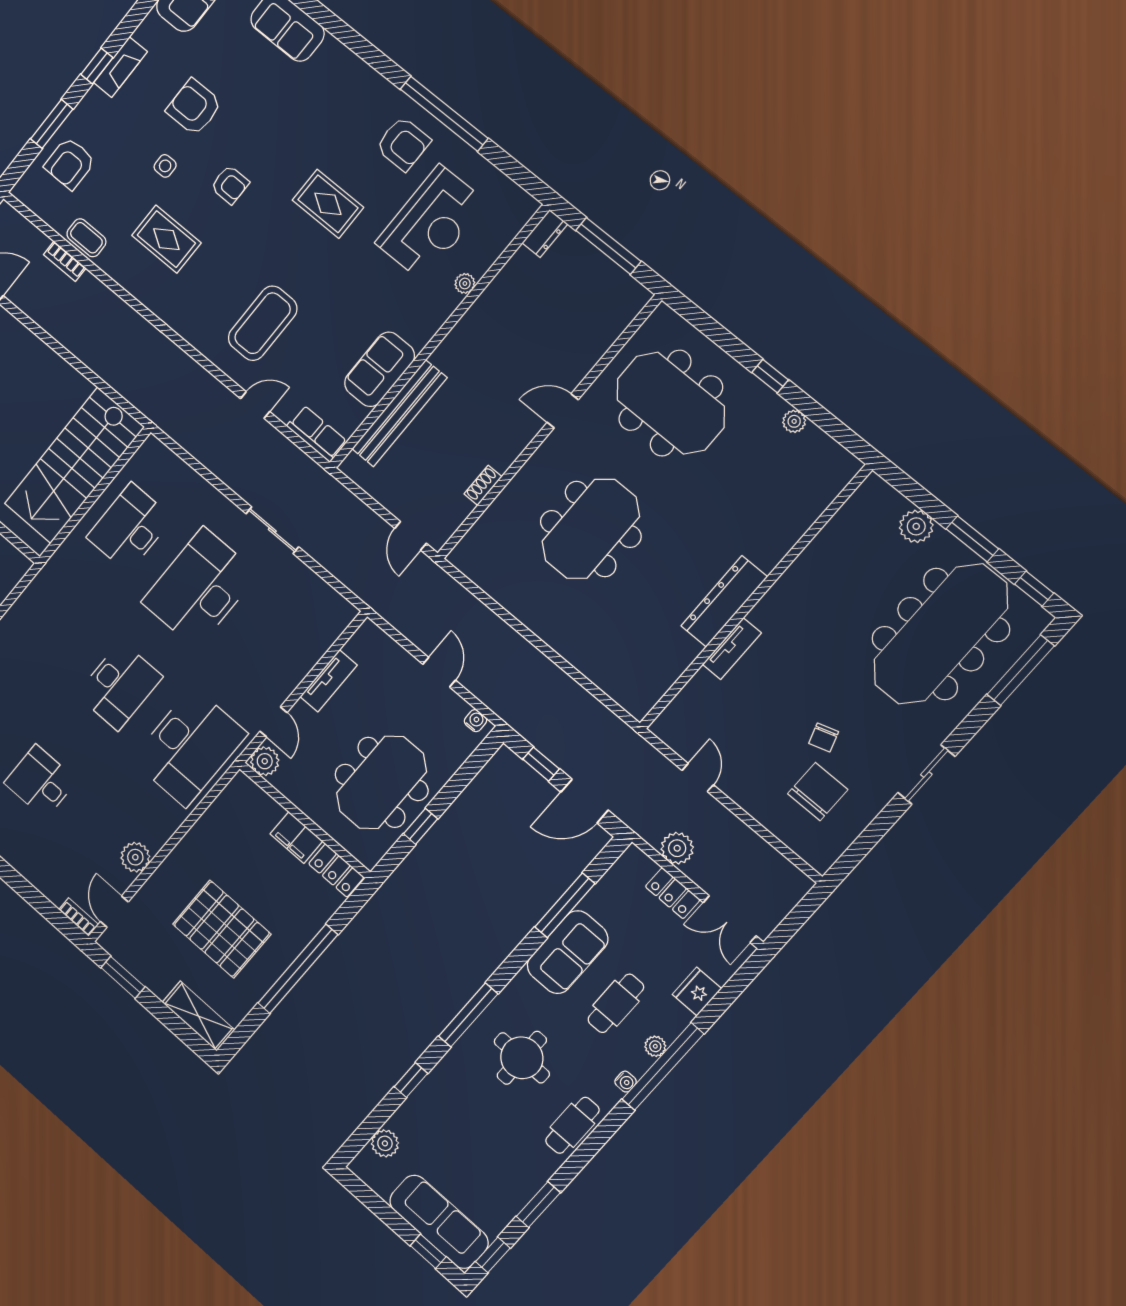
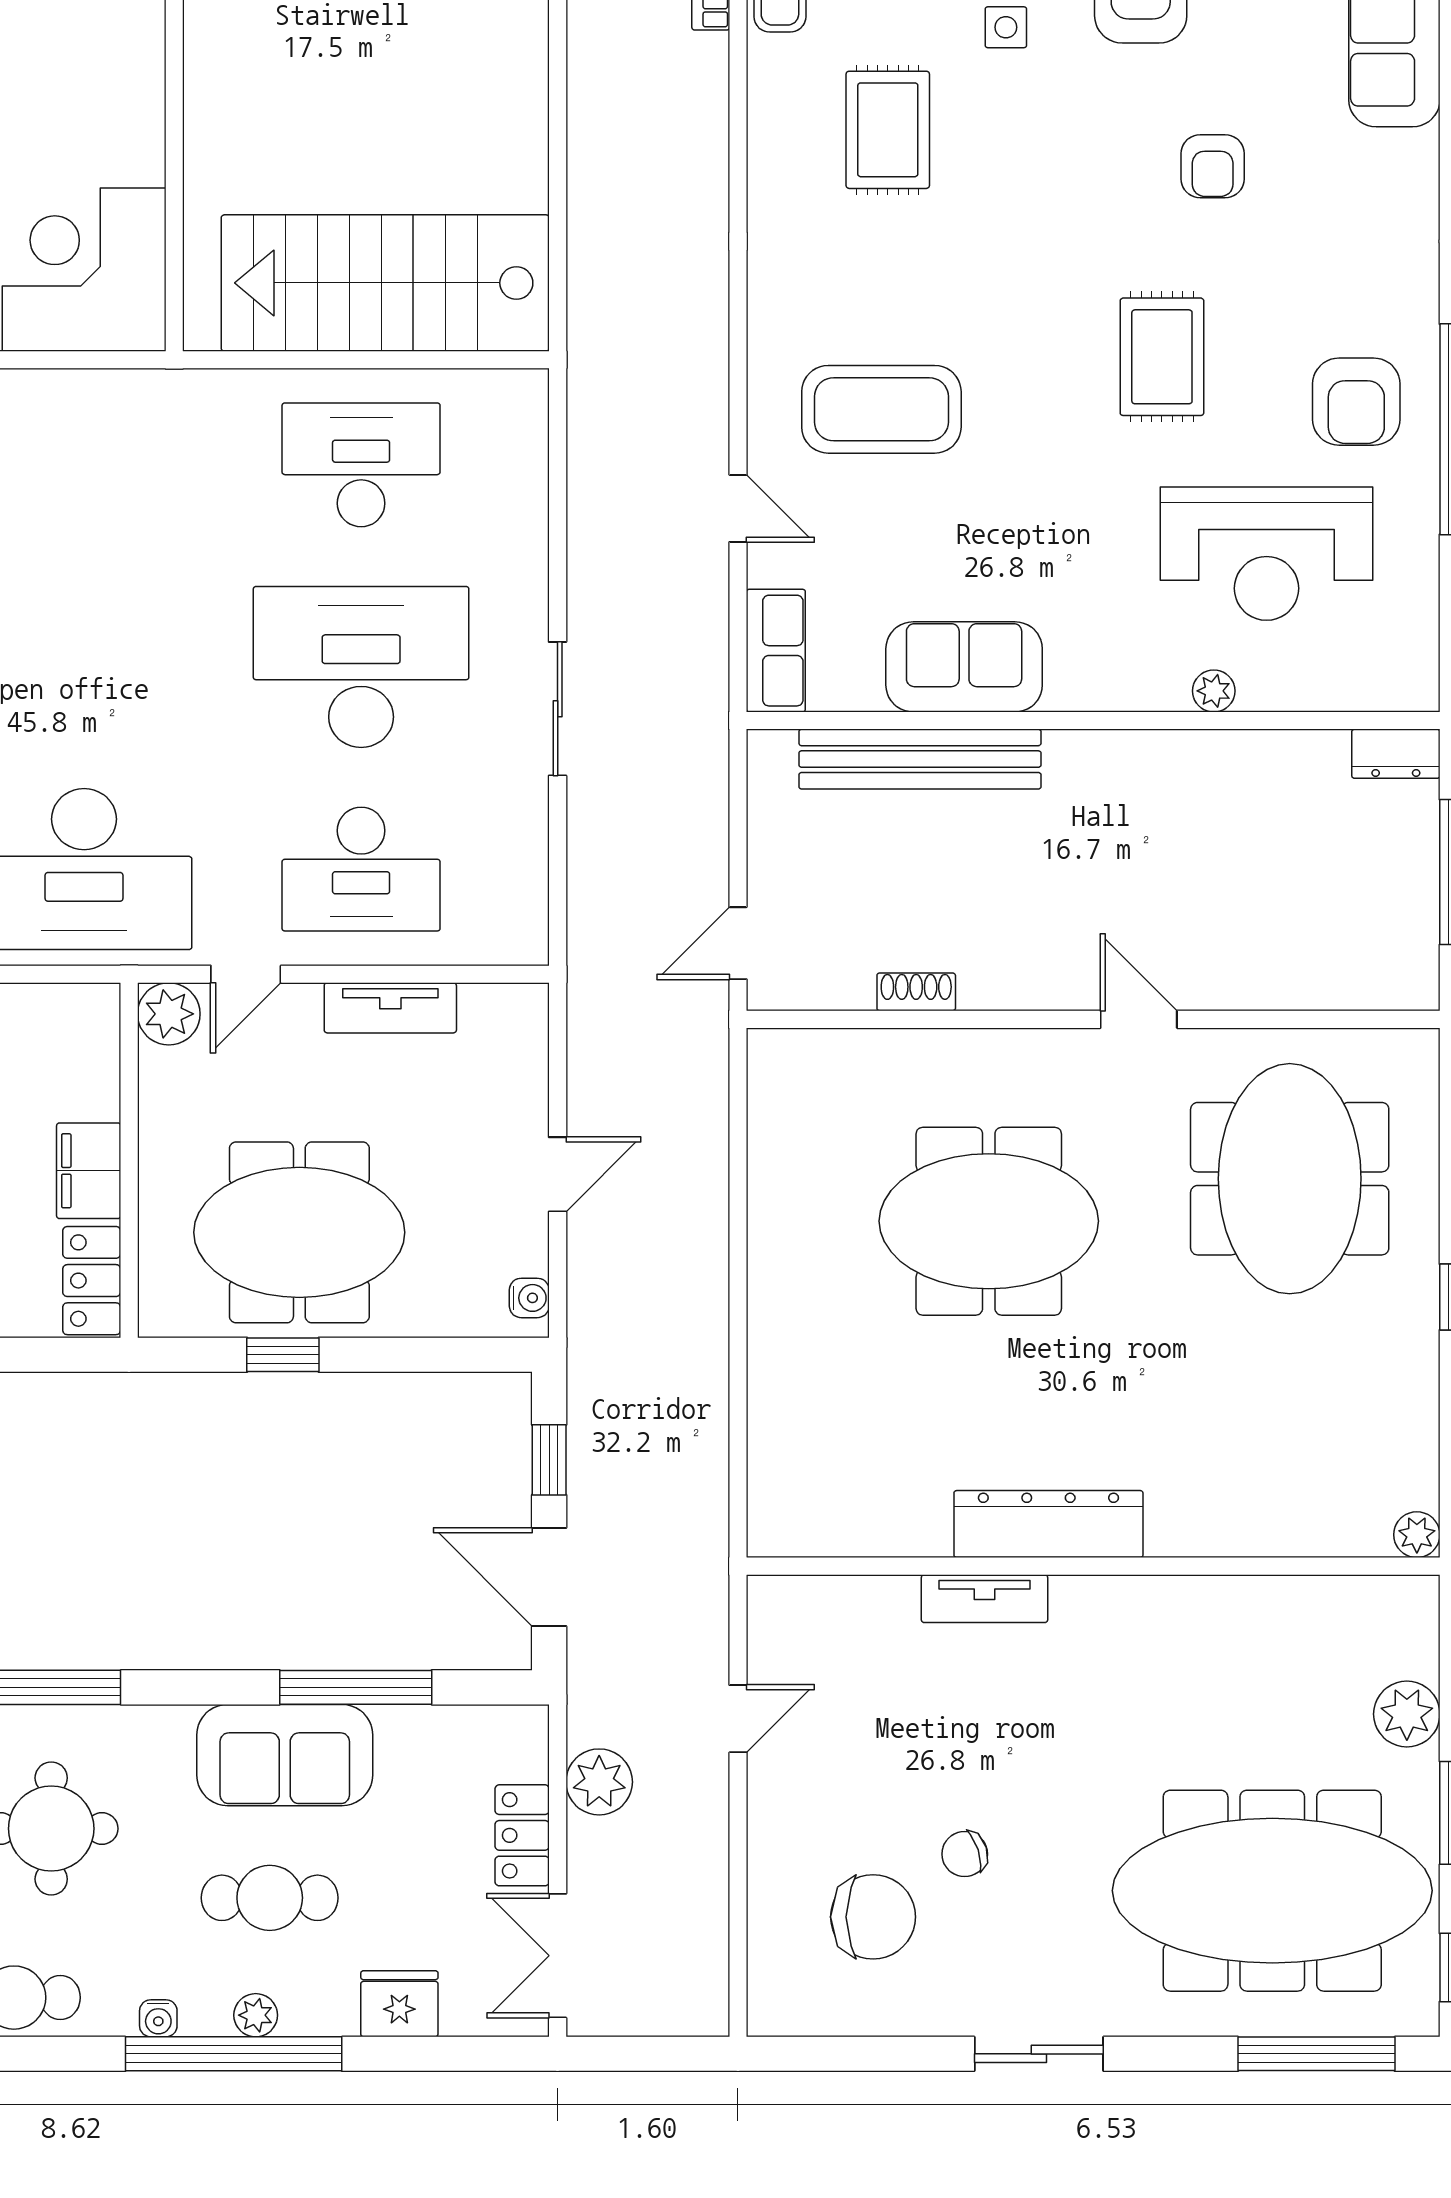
armchair: (230, 185) -> (1213, 166), moved
plant: (794, 421) -> (1417, 1535), moved
desk: (119, 686) -> (361, 869), moved

